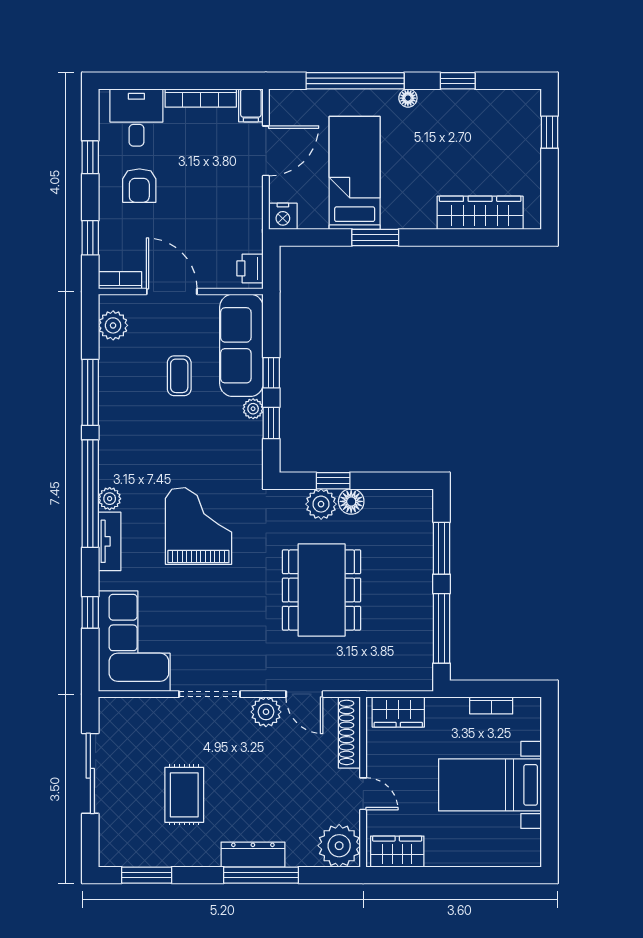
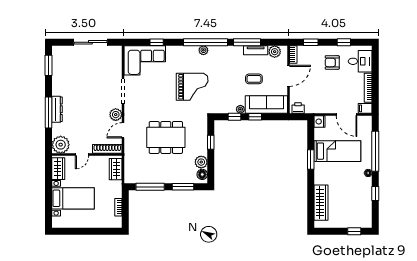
floor lamp: (351, 501) -> (202, 174), moved
plant: (321, 504) -> (201, 162), moved
tv unit: (110, 541) -> (256, 50), moved
bed with nightstands: (490, 785) -> (73, 198), moved, turned 90
rug: (184, 795) -> (82, 81), removed

